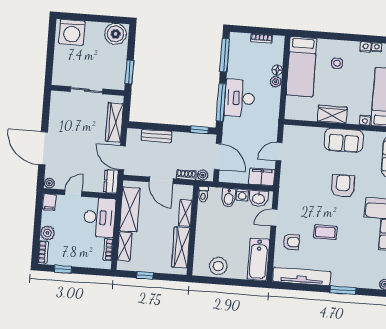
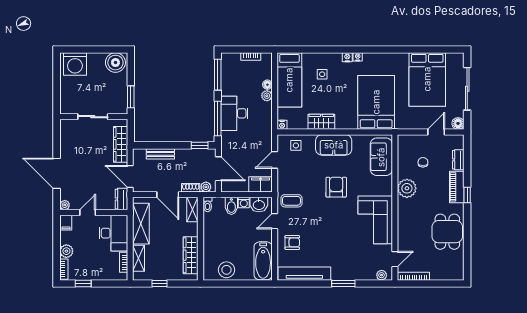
nightstand: (365, 120) -> (282, 125), moved
side table: (303, 138) -> (296, 145), added
shelving: (185, 213) -> (192, 209), moved
coffee table: (325, 232) -> (291, 201), moved

